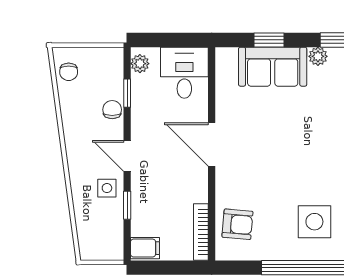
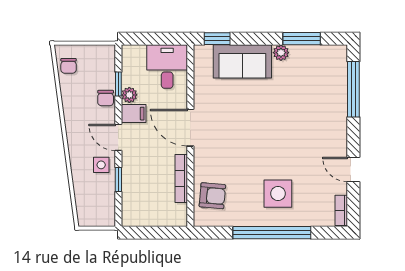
window: (269, 40) -> (217, 39), moved
plant: (140, 64) -> (129, 95), moved
chair: (112, 110) -> (106, 98), turned 180
bookcase: (201, 232) -> (181, 178), moved
filing cabinet: (145, 248) -> (134, 114), moved

